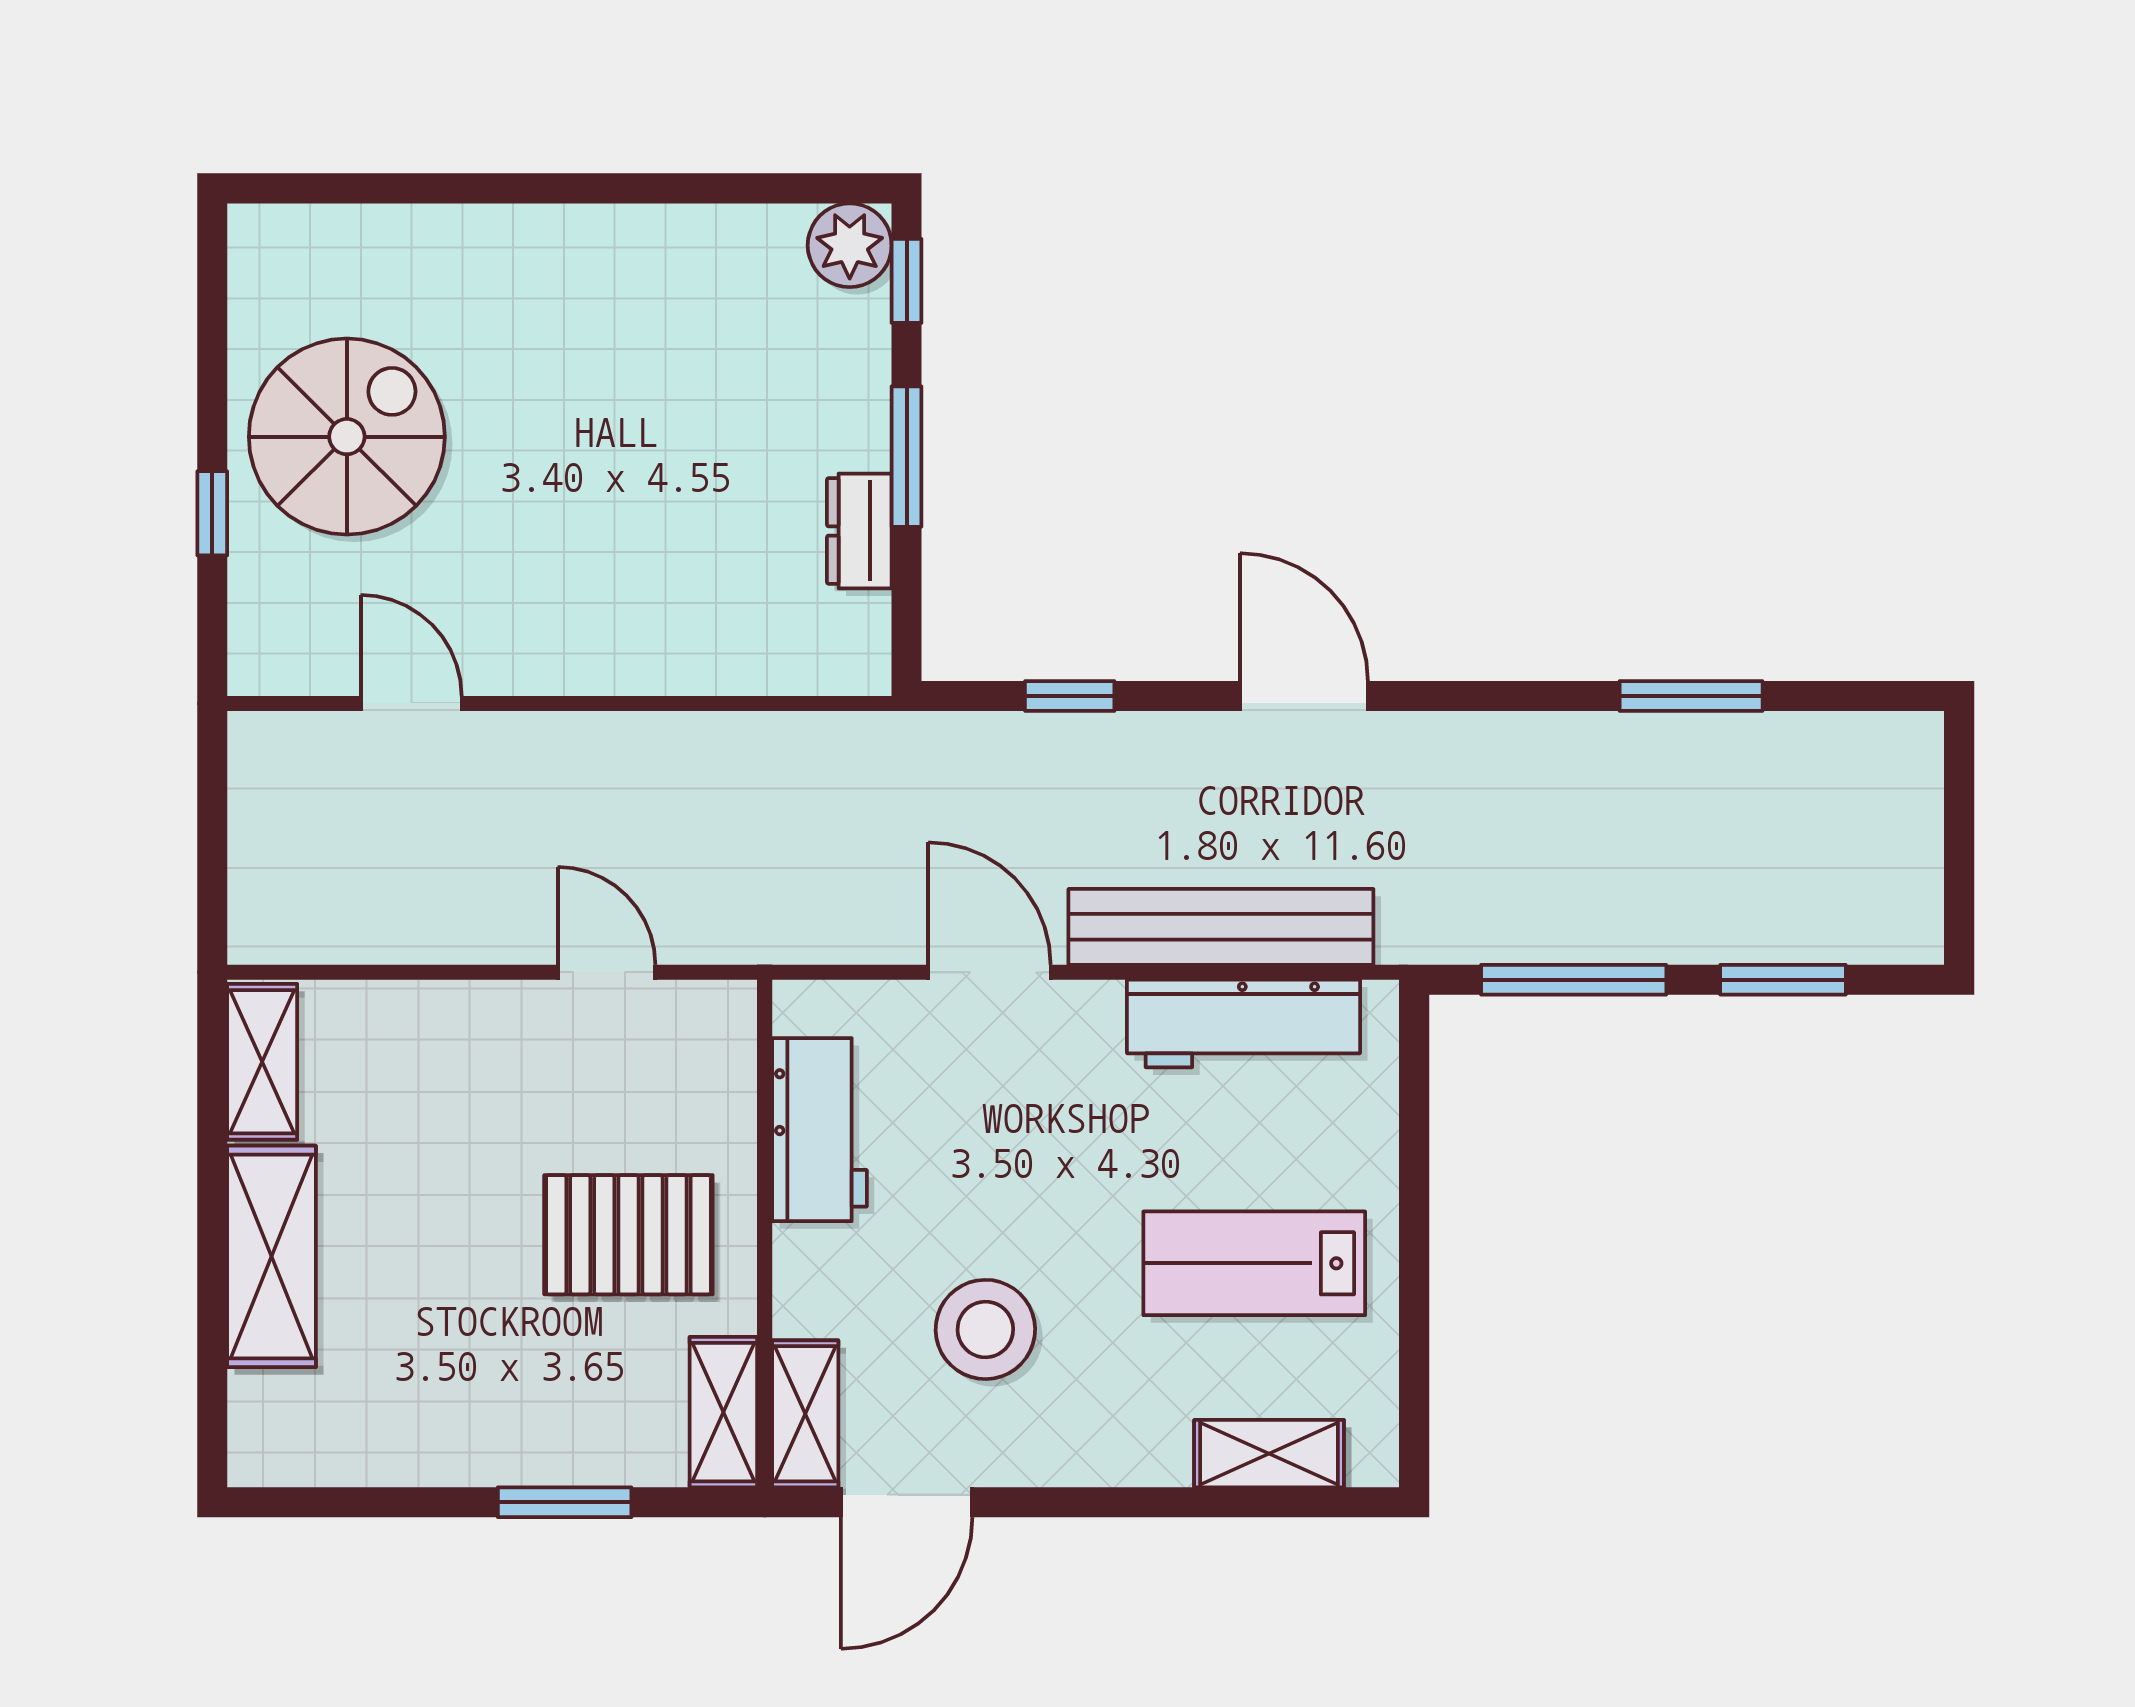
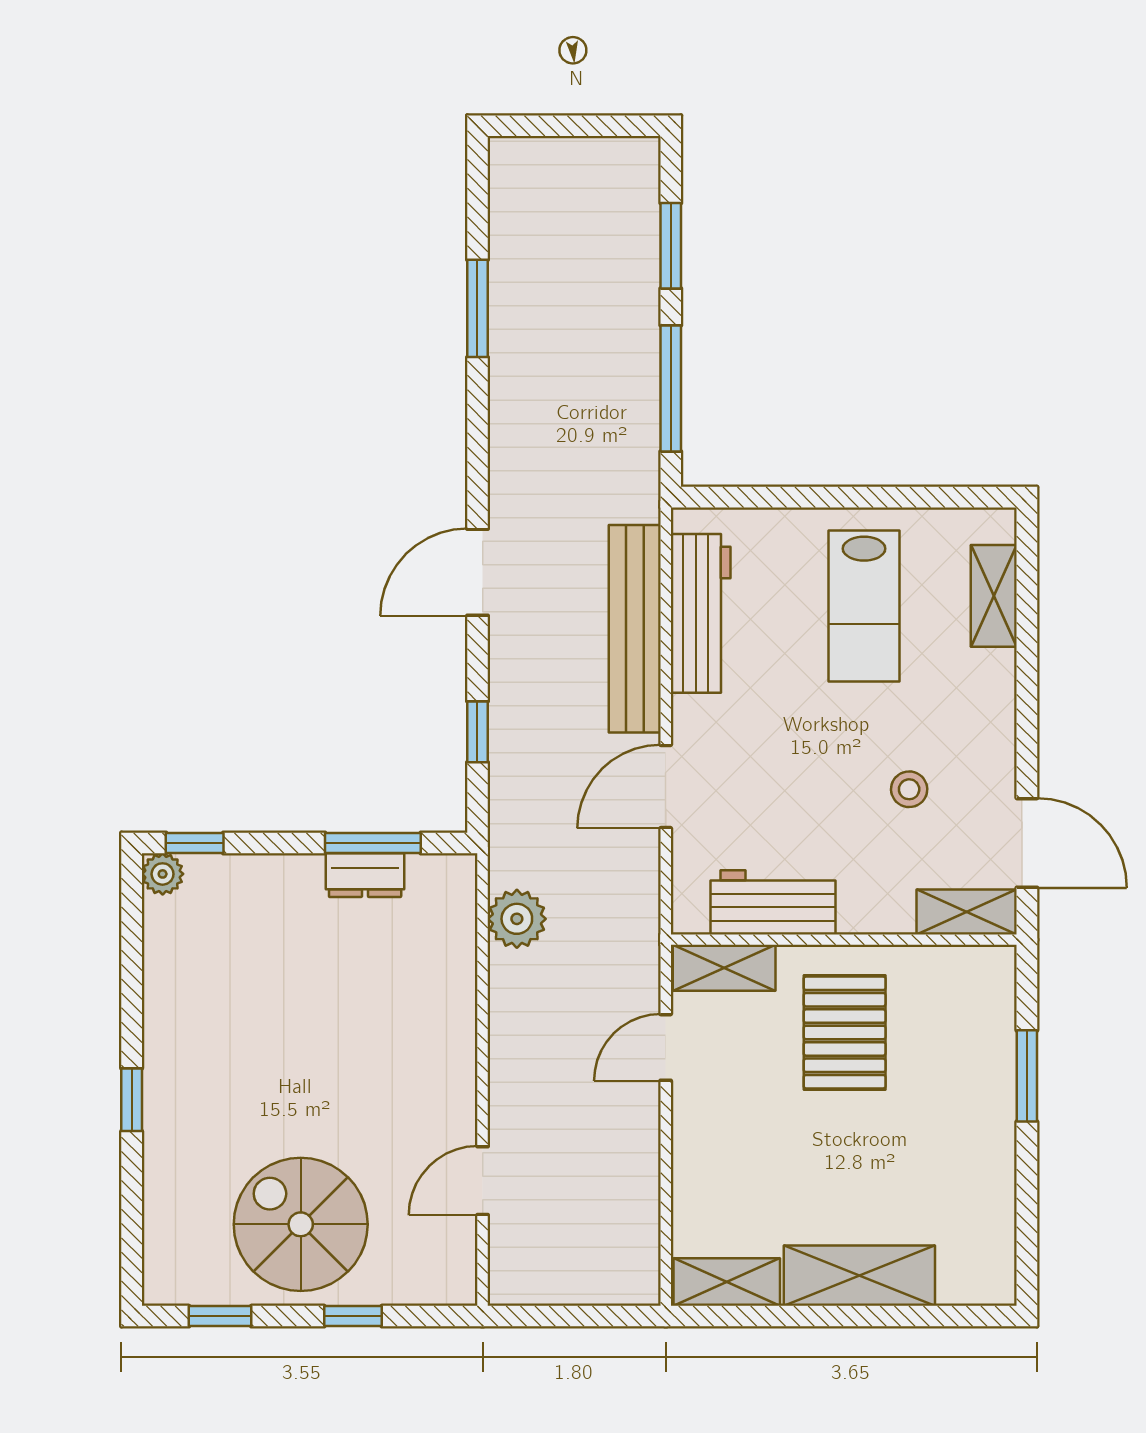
window: (530, 188) -> (132, 1100), added
plant: (850, 245) -> (163, 874), width x0.73, depth x0.73
window: (212, 318) -> (220, 1316), added
window: (907, 457) -> (373, 843), moved
plant: (795, 754) -> (517, 919), added
stool: (985, 1329) -> (909, 789), width x0.53, depth x0.53
shelving: (723, 1412) -> (724, 968), moved

